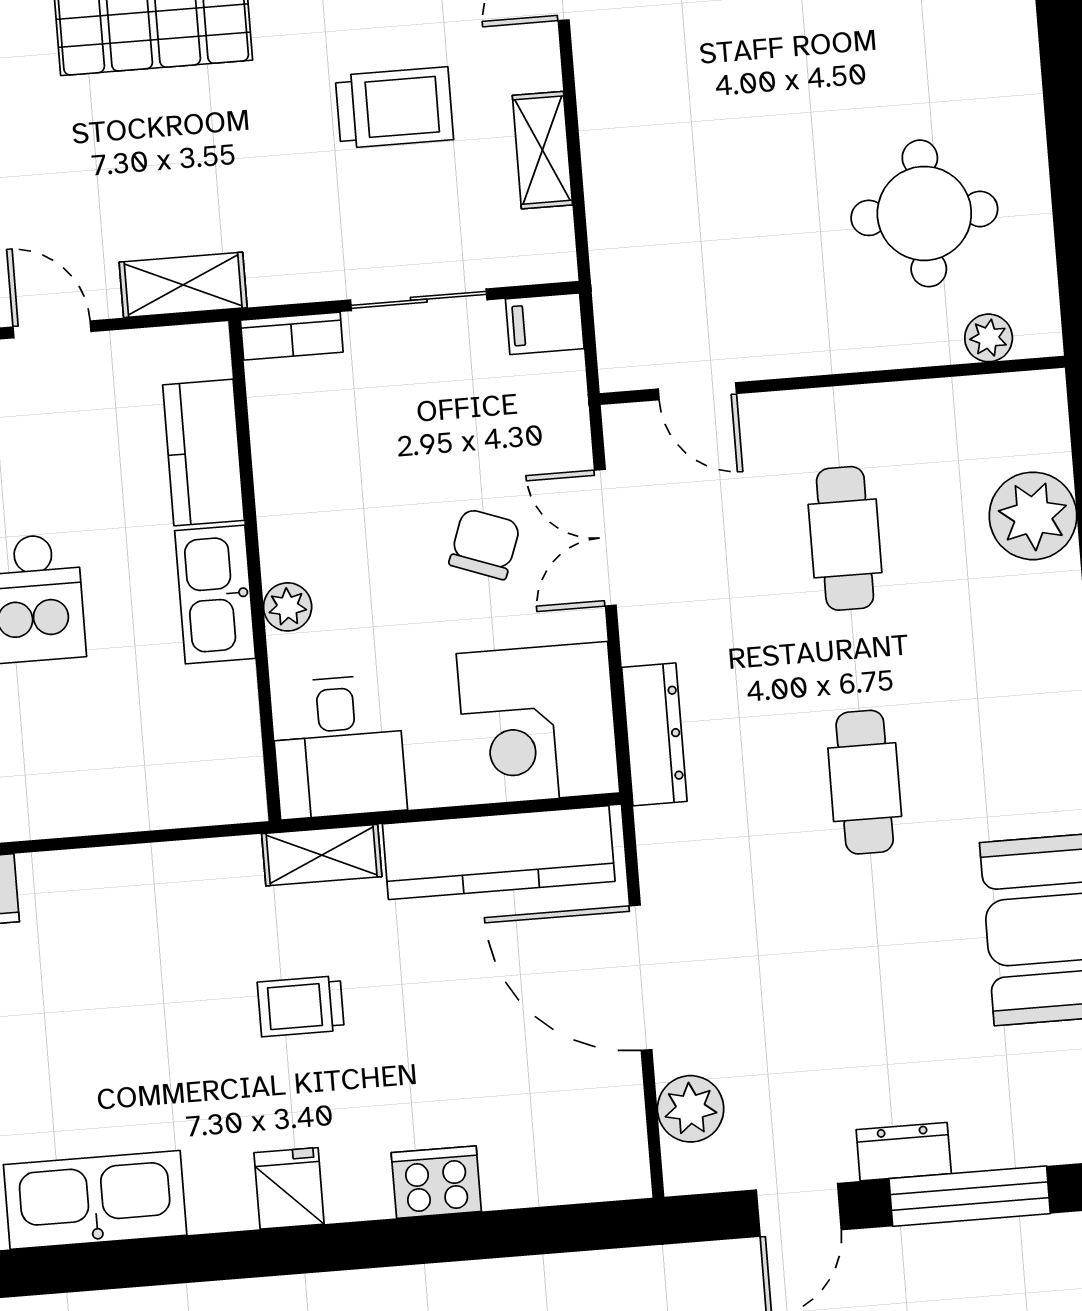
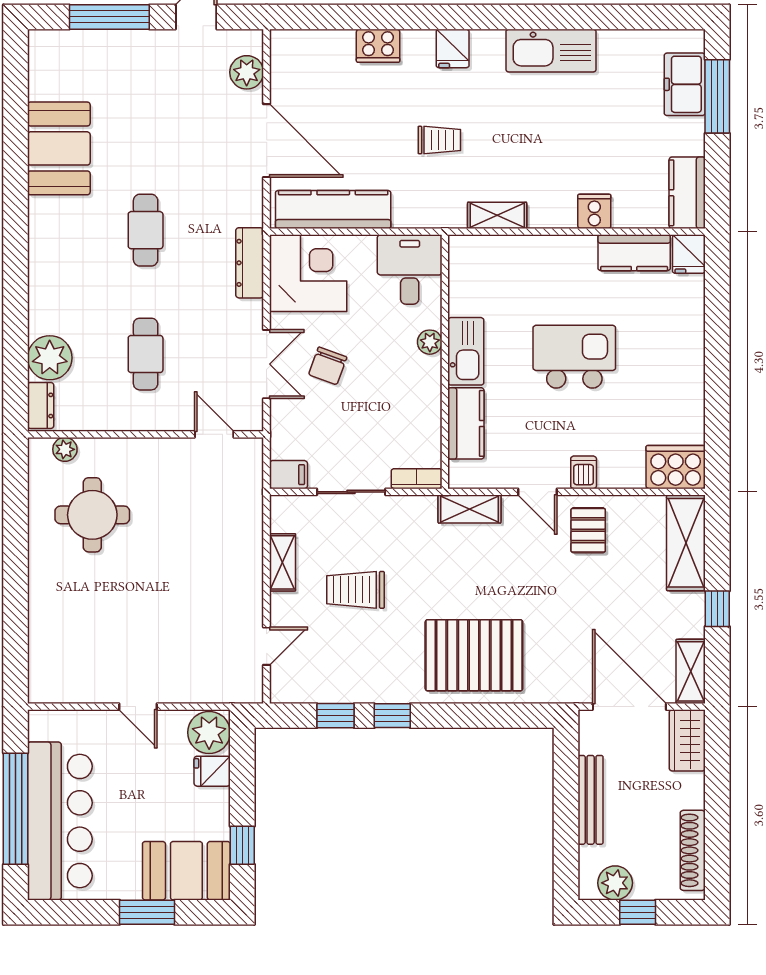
shelving: (322, 855) -> (497, 215), moved
dresser: (904, 1152) -> (41, 405), moved, turned -90

